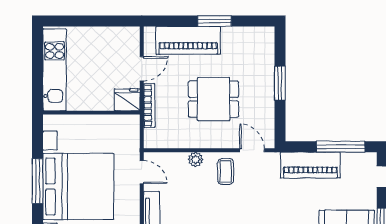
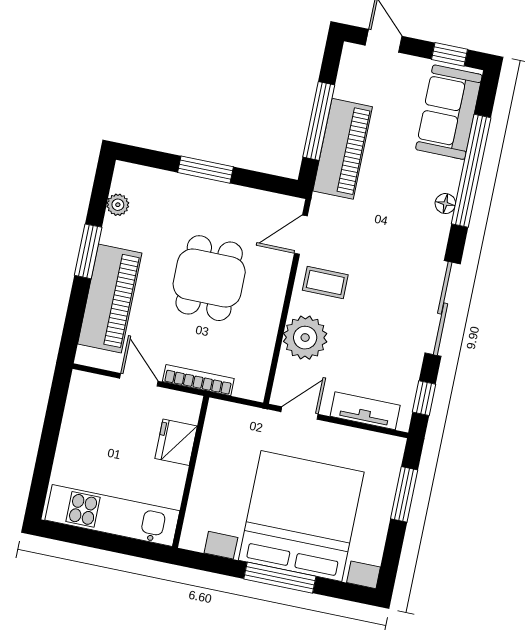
plant: (247, 33) -> (118, 205), added
fridge: (127, 100) -> (176, 442), moved
window: (341, 147) -> (319, 121), moved
plant: (196, 159) -> (305, 338), width x1.88, depth x1.88

